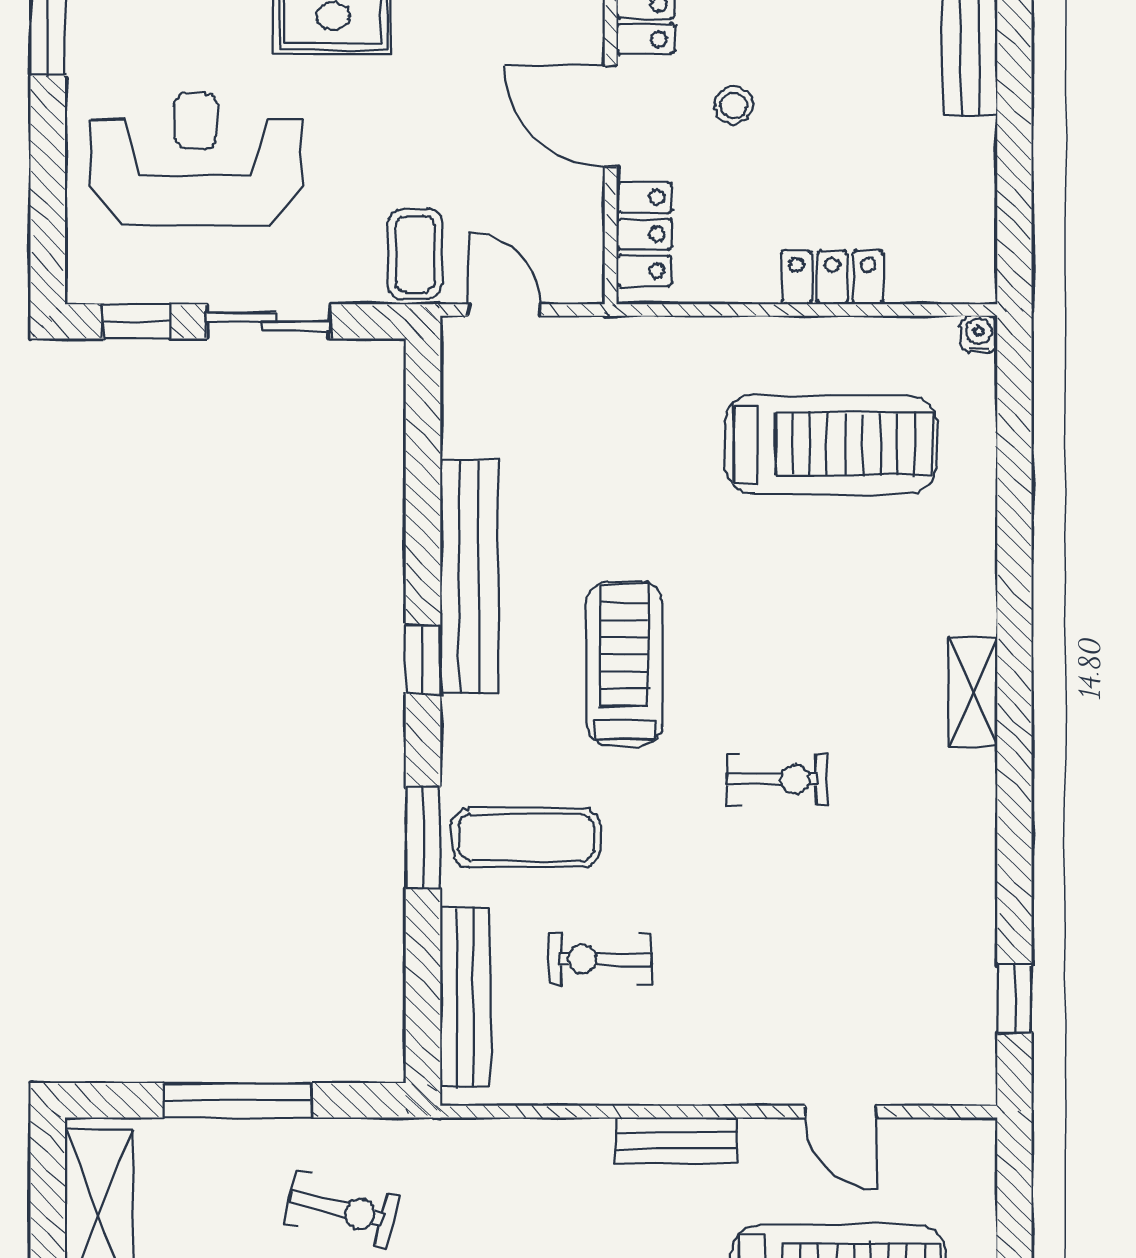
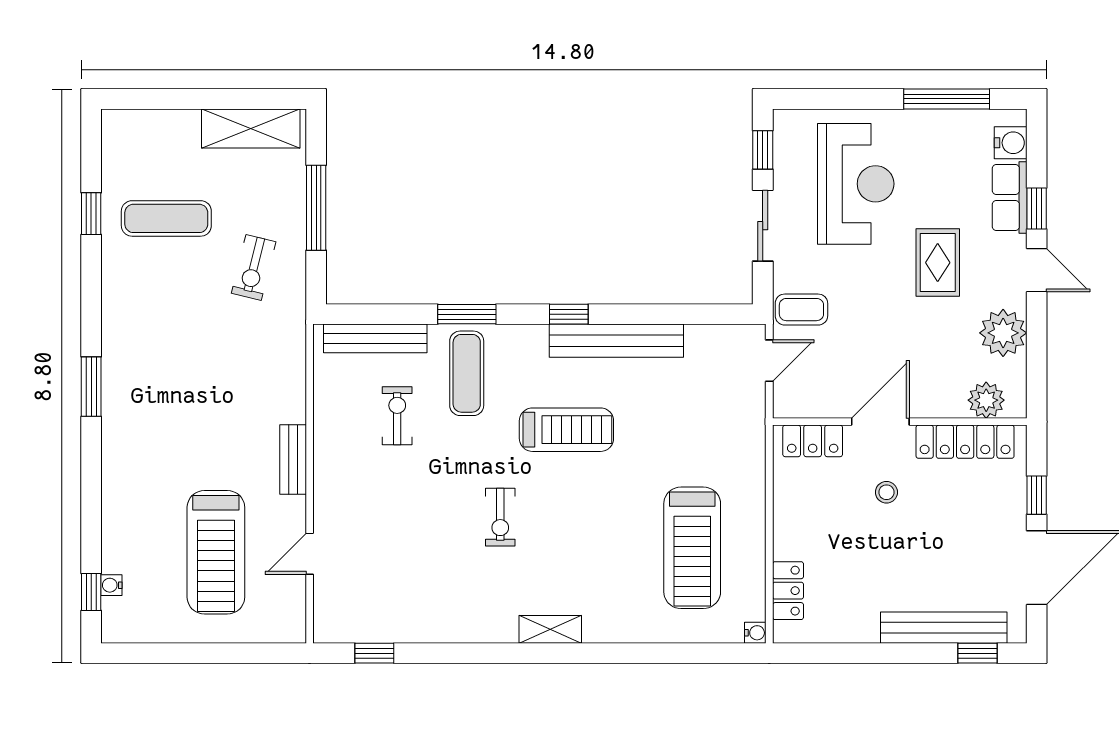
locker: (832, 277) -> (788, 591), moved

